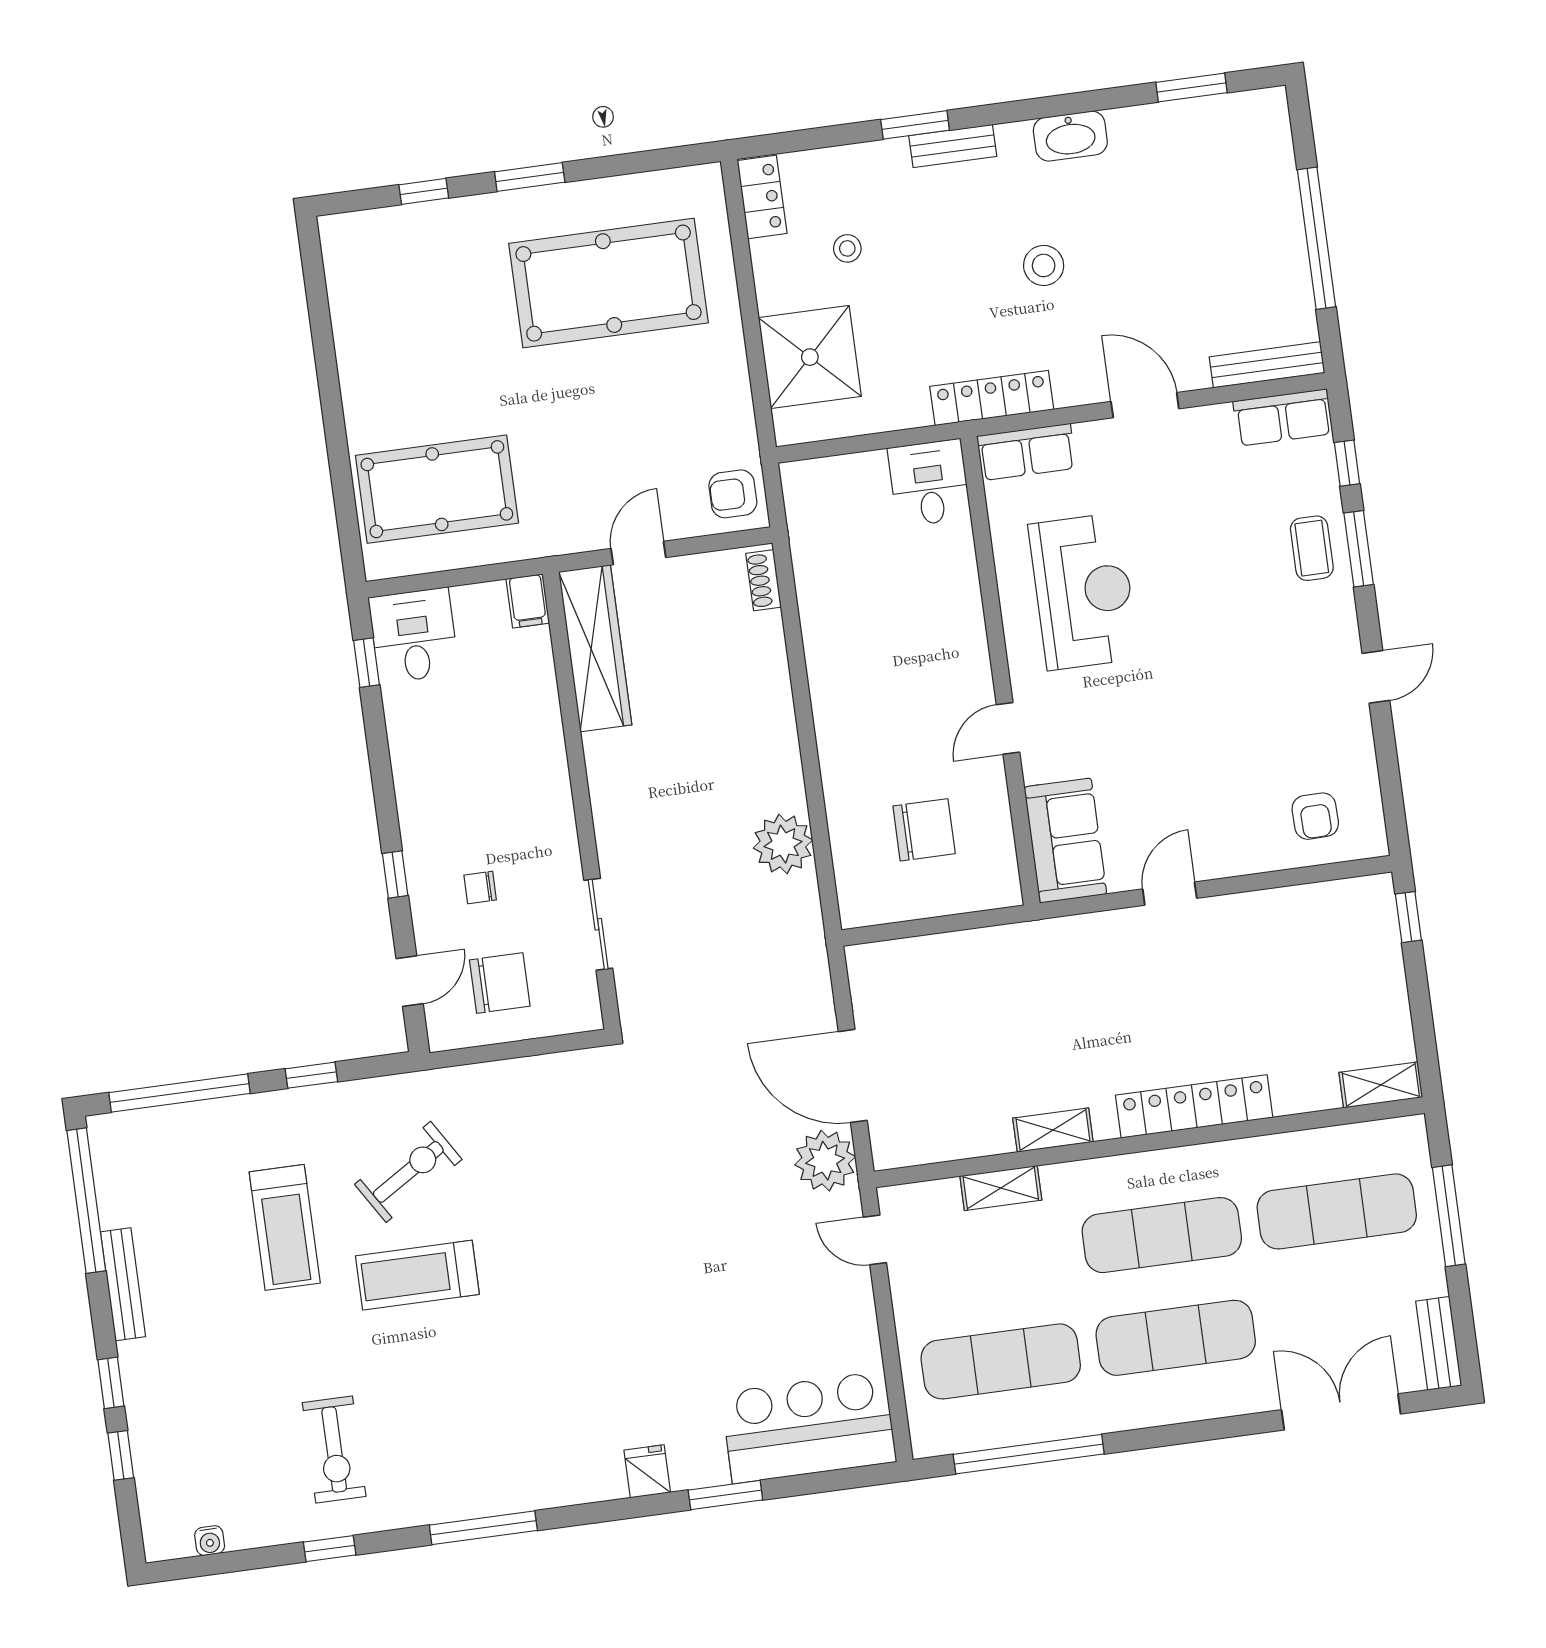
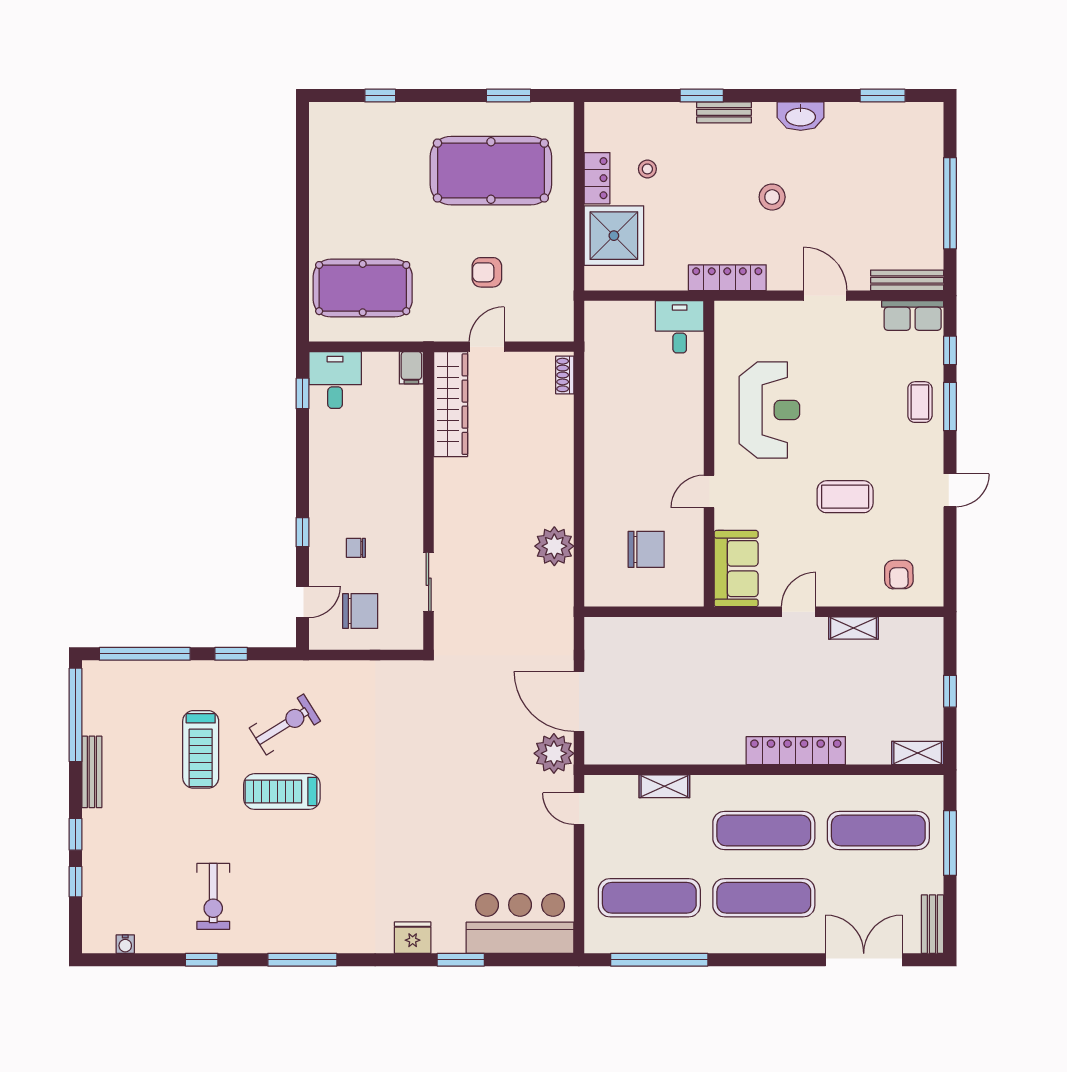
window: (530, 177) -> (509, 96), moved
locker: (762, 197) -> (597, 178), moved
row of seats: (1026, 452) -> (745, 315), removed
armchair: (733, 494) -> (487, 272), moved
coffee table: (1217, 708) -> (845, 497), added
window: (1408, 917) -> (950, 691), moved
shelving: (1053, 1130) -> (853, 628), moved
fridge: (647, 1471) -> (413, 938), width x1.38

